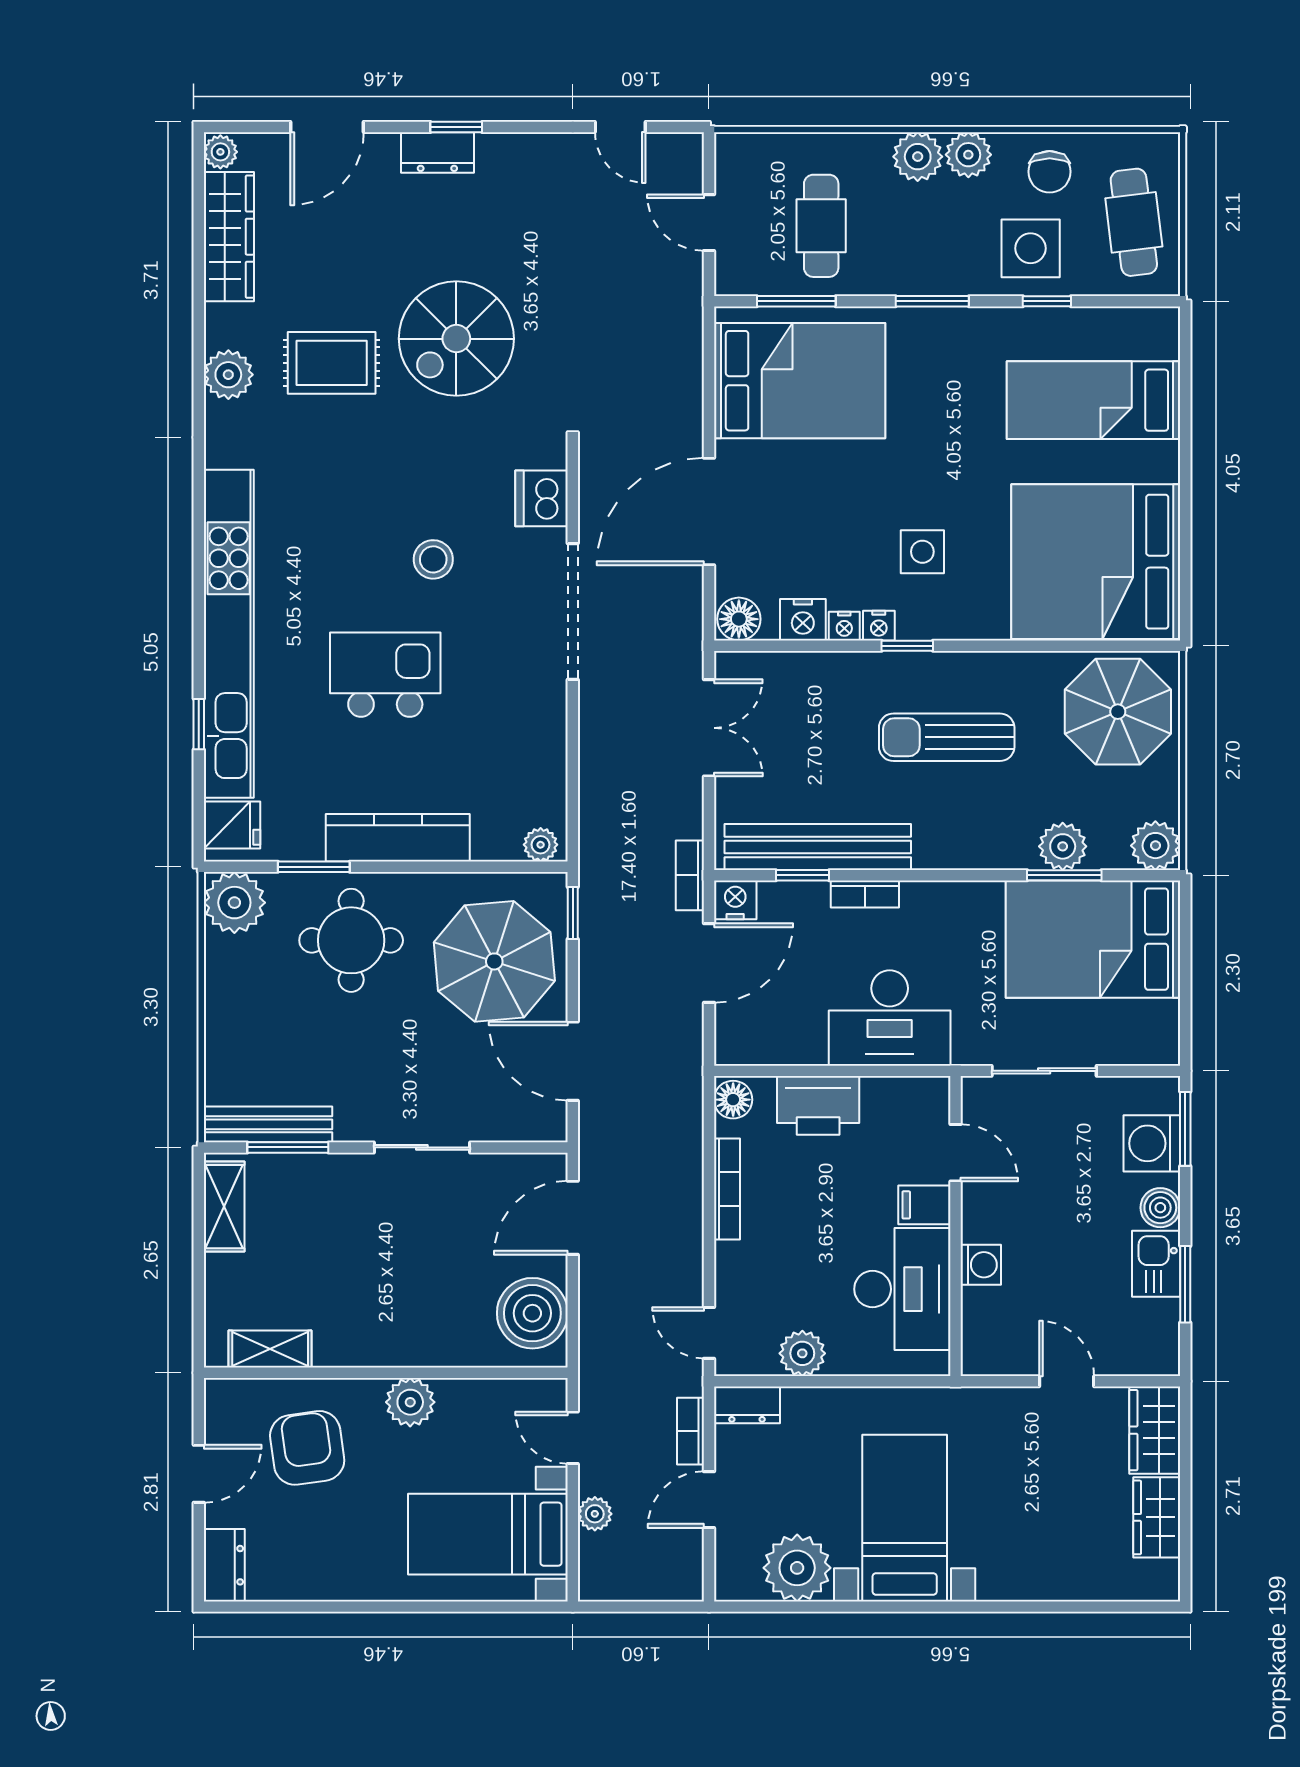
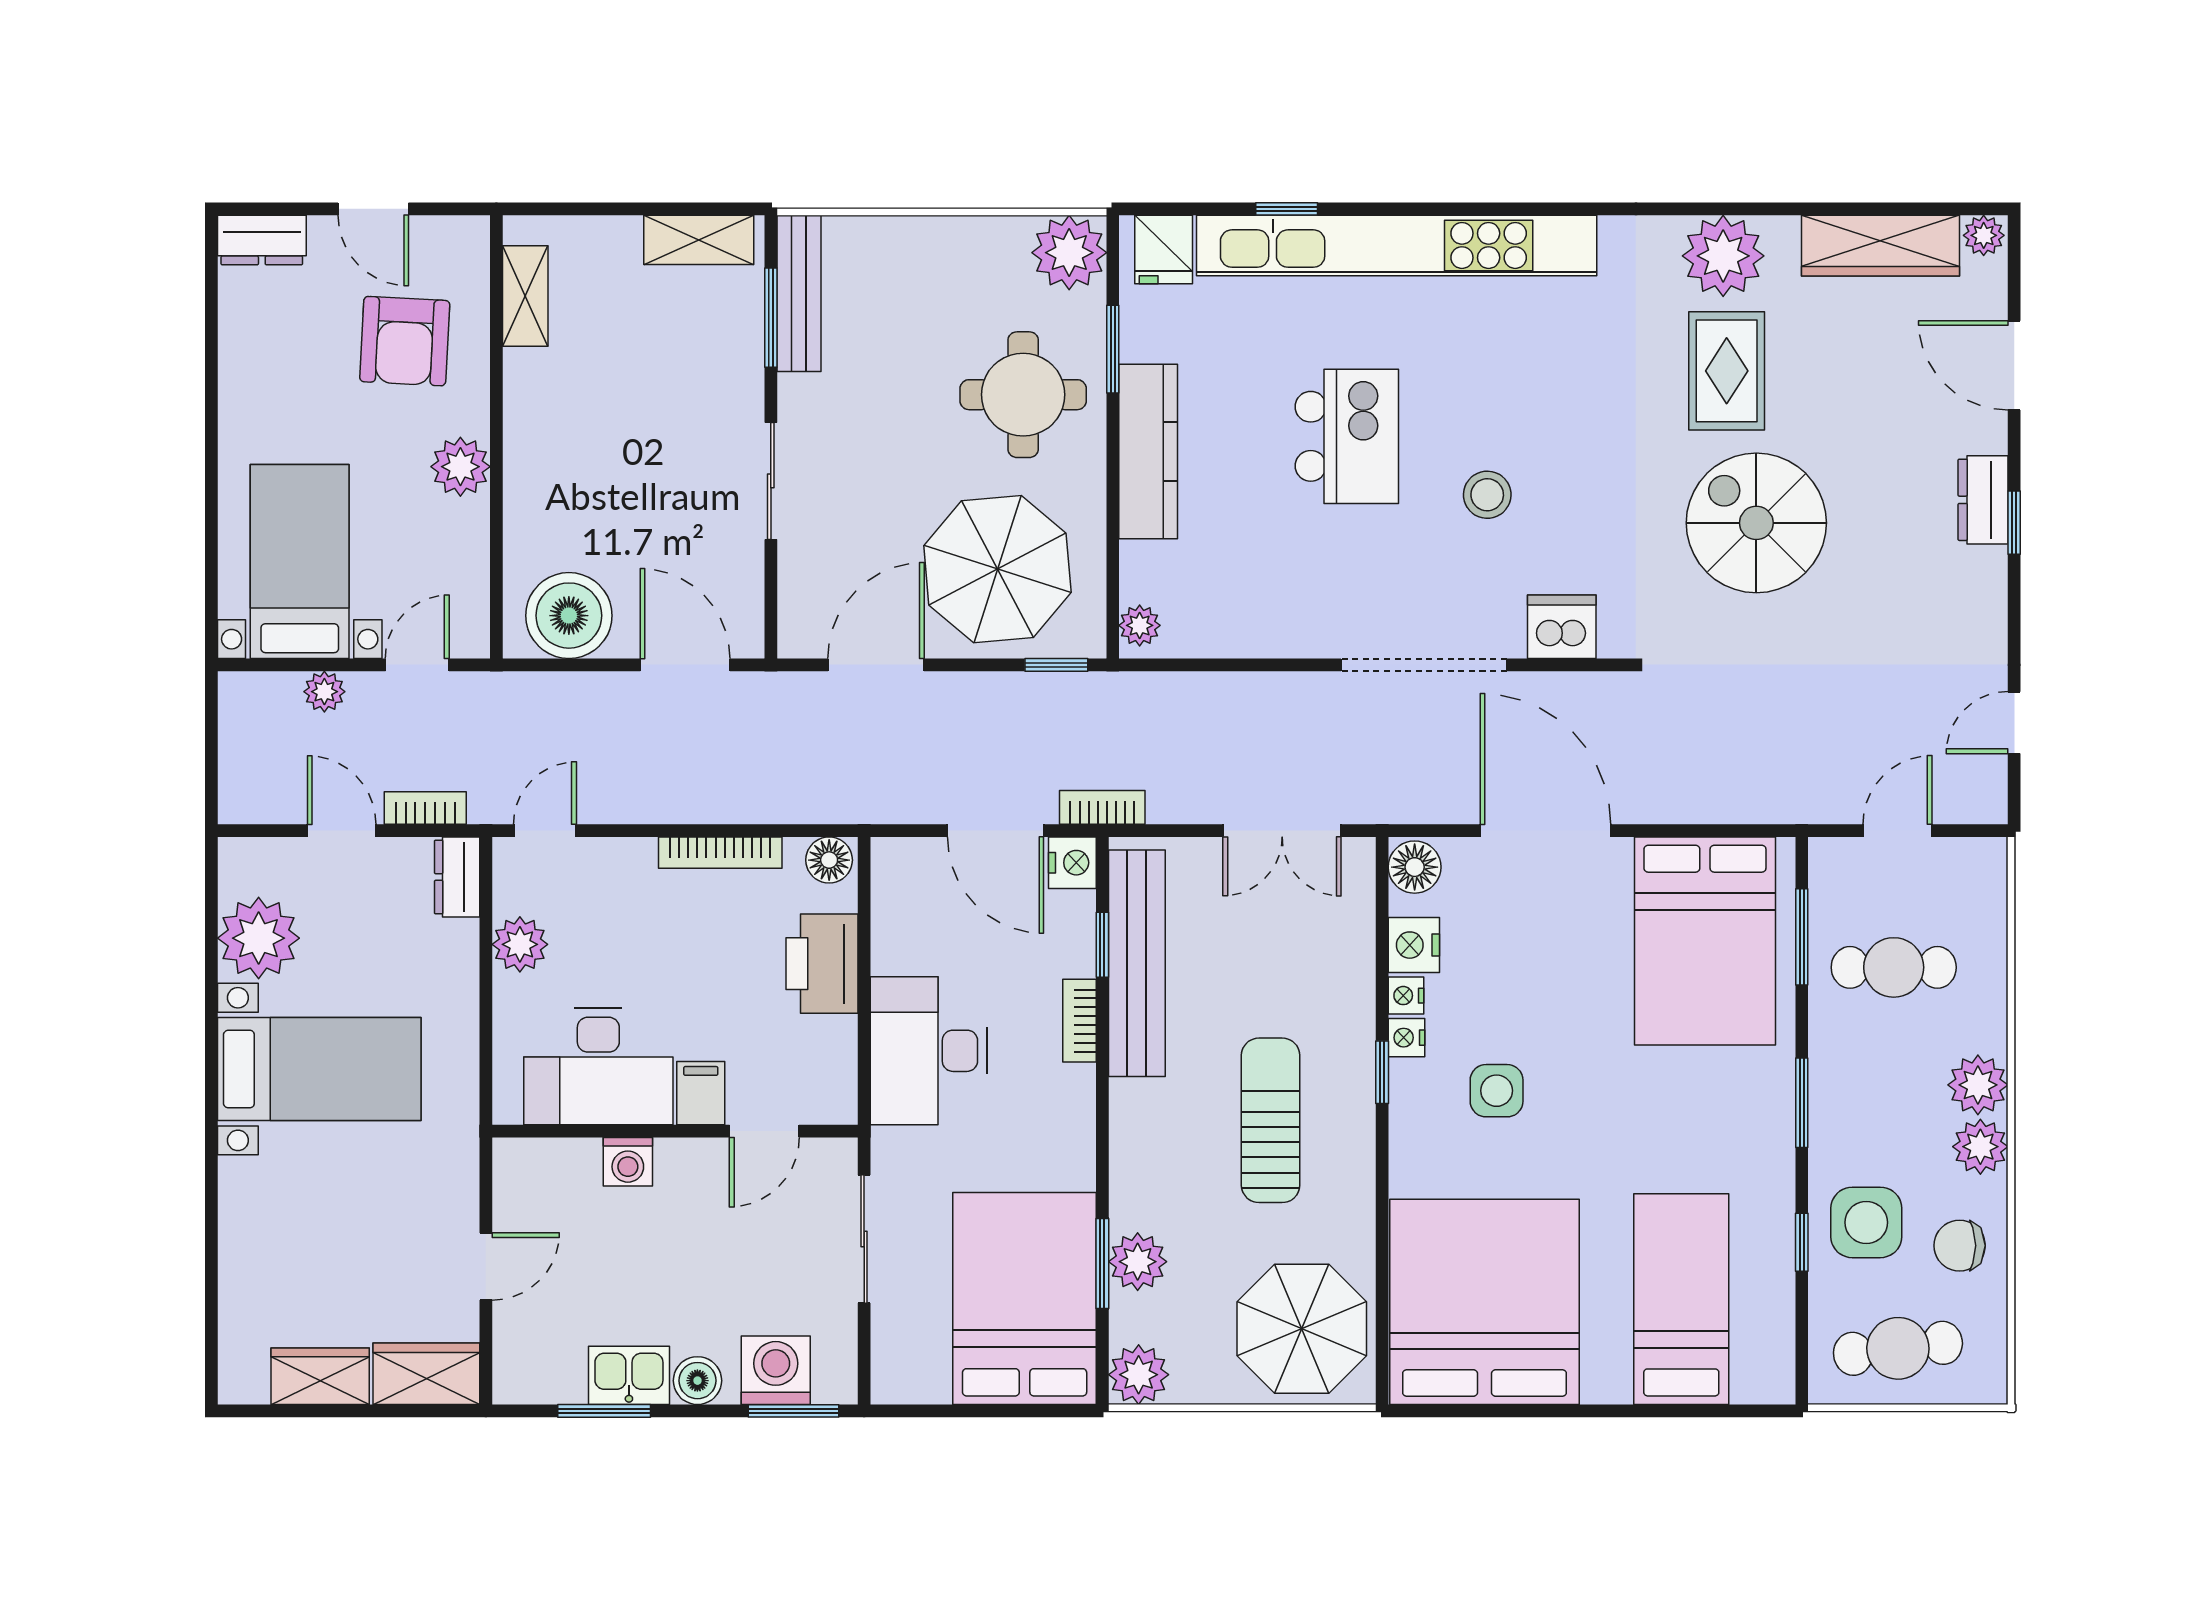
plant: (228, 375) -> (1723, 256), width x1.36, depth x1.36
armchair: (307, 1448) -> (405, 341), turned 101

